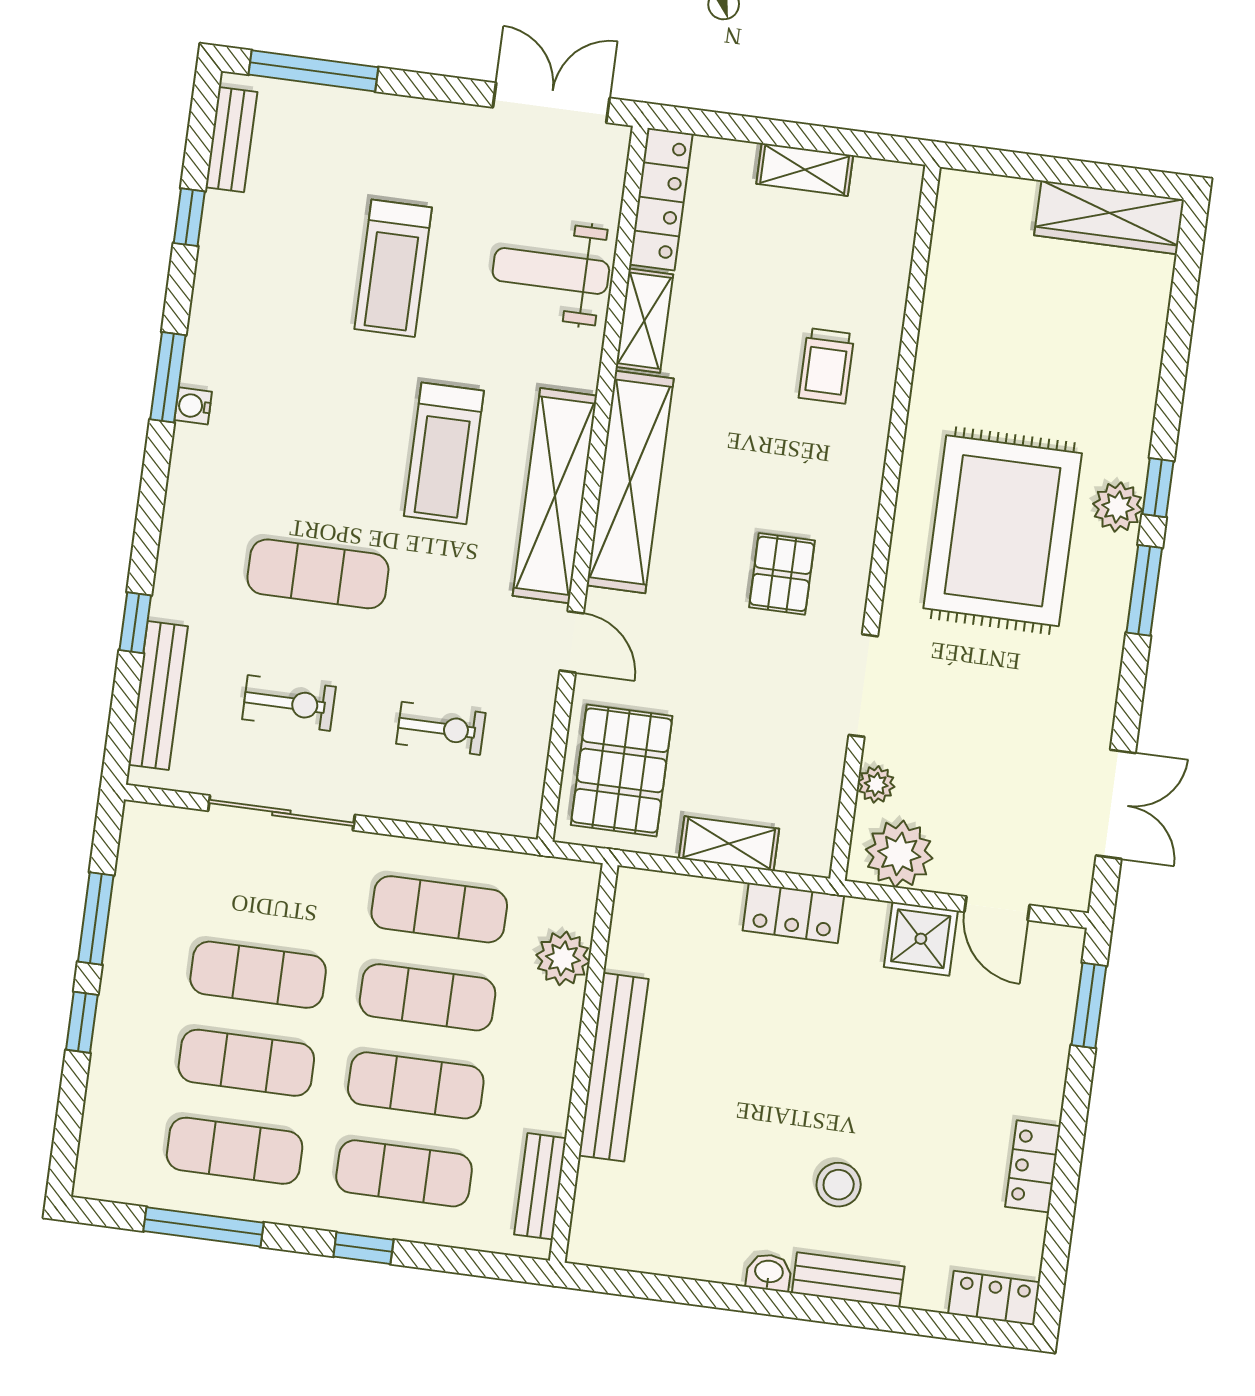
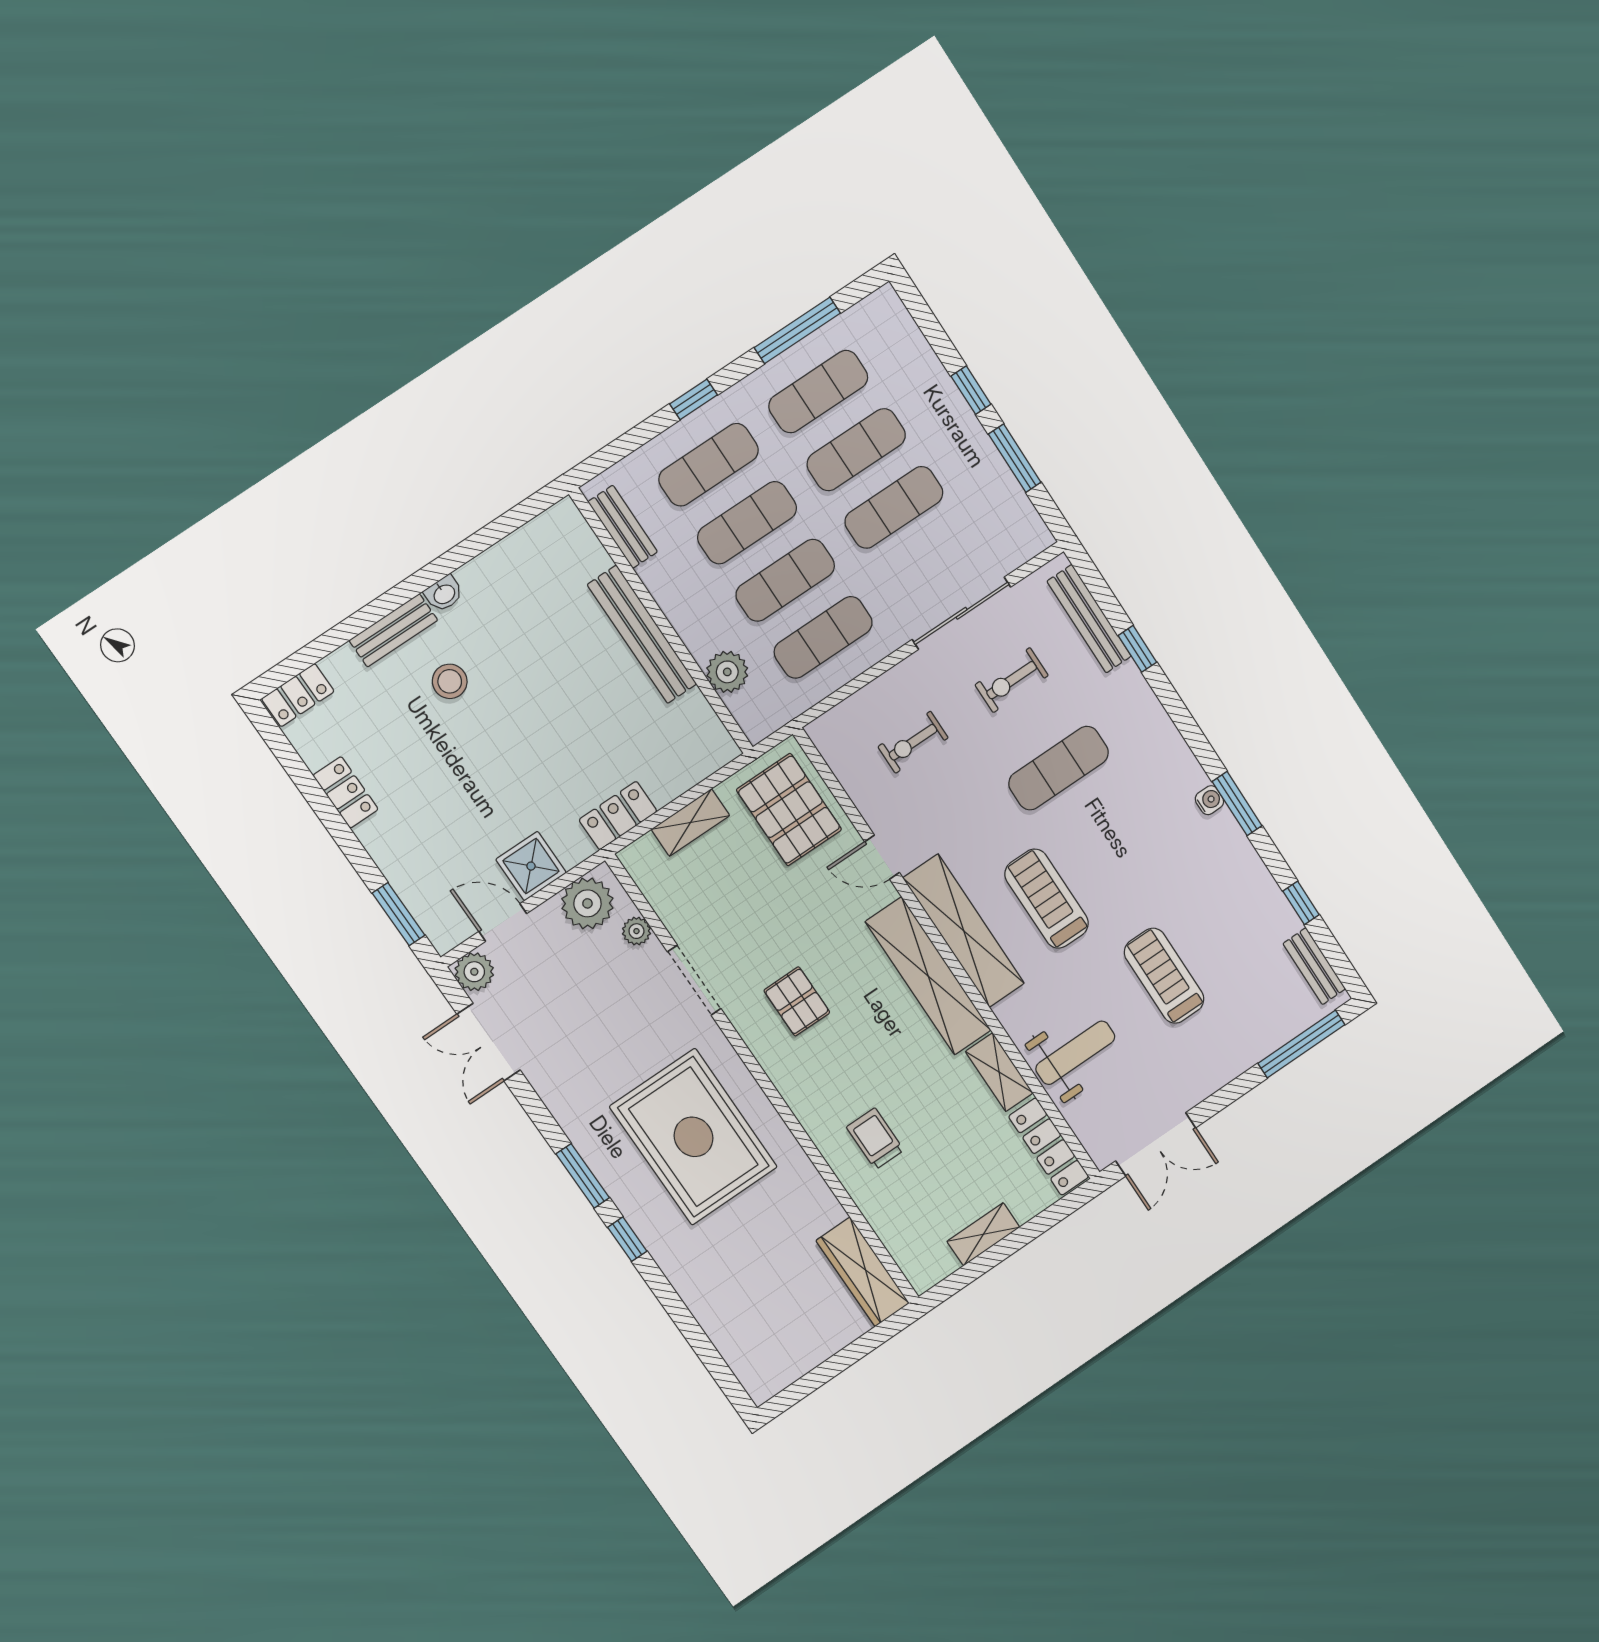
wardrobe: (1109, 217) -> (863, 1272), moved, turned -90
plant: (1118, 507) -> (474, 972), moved

